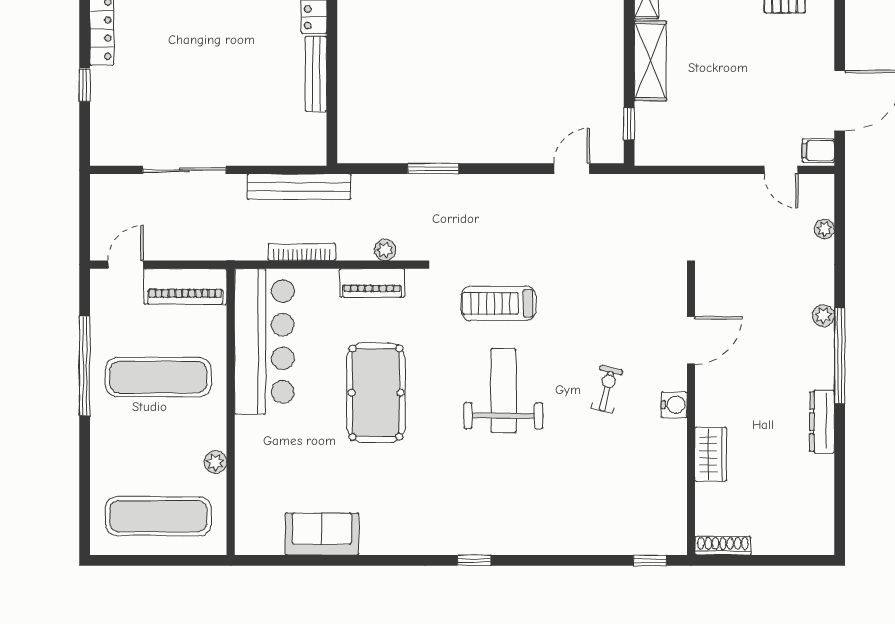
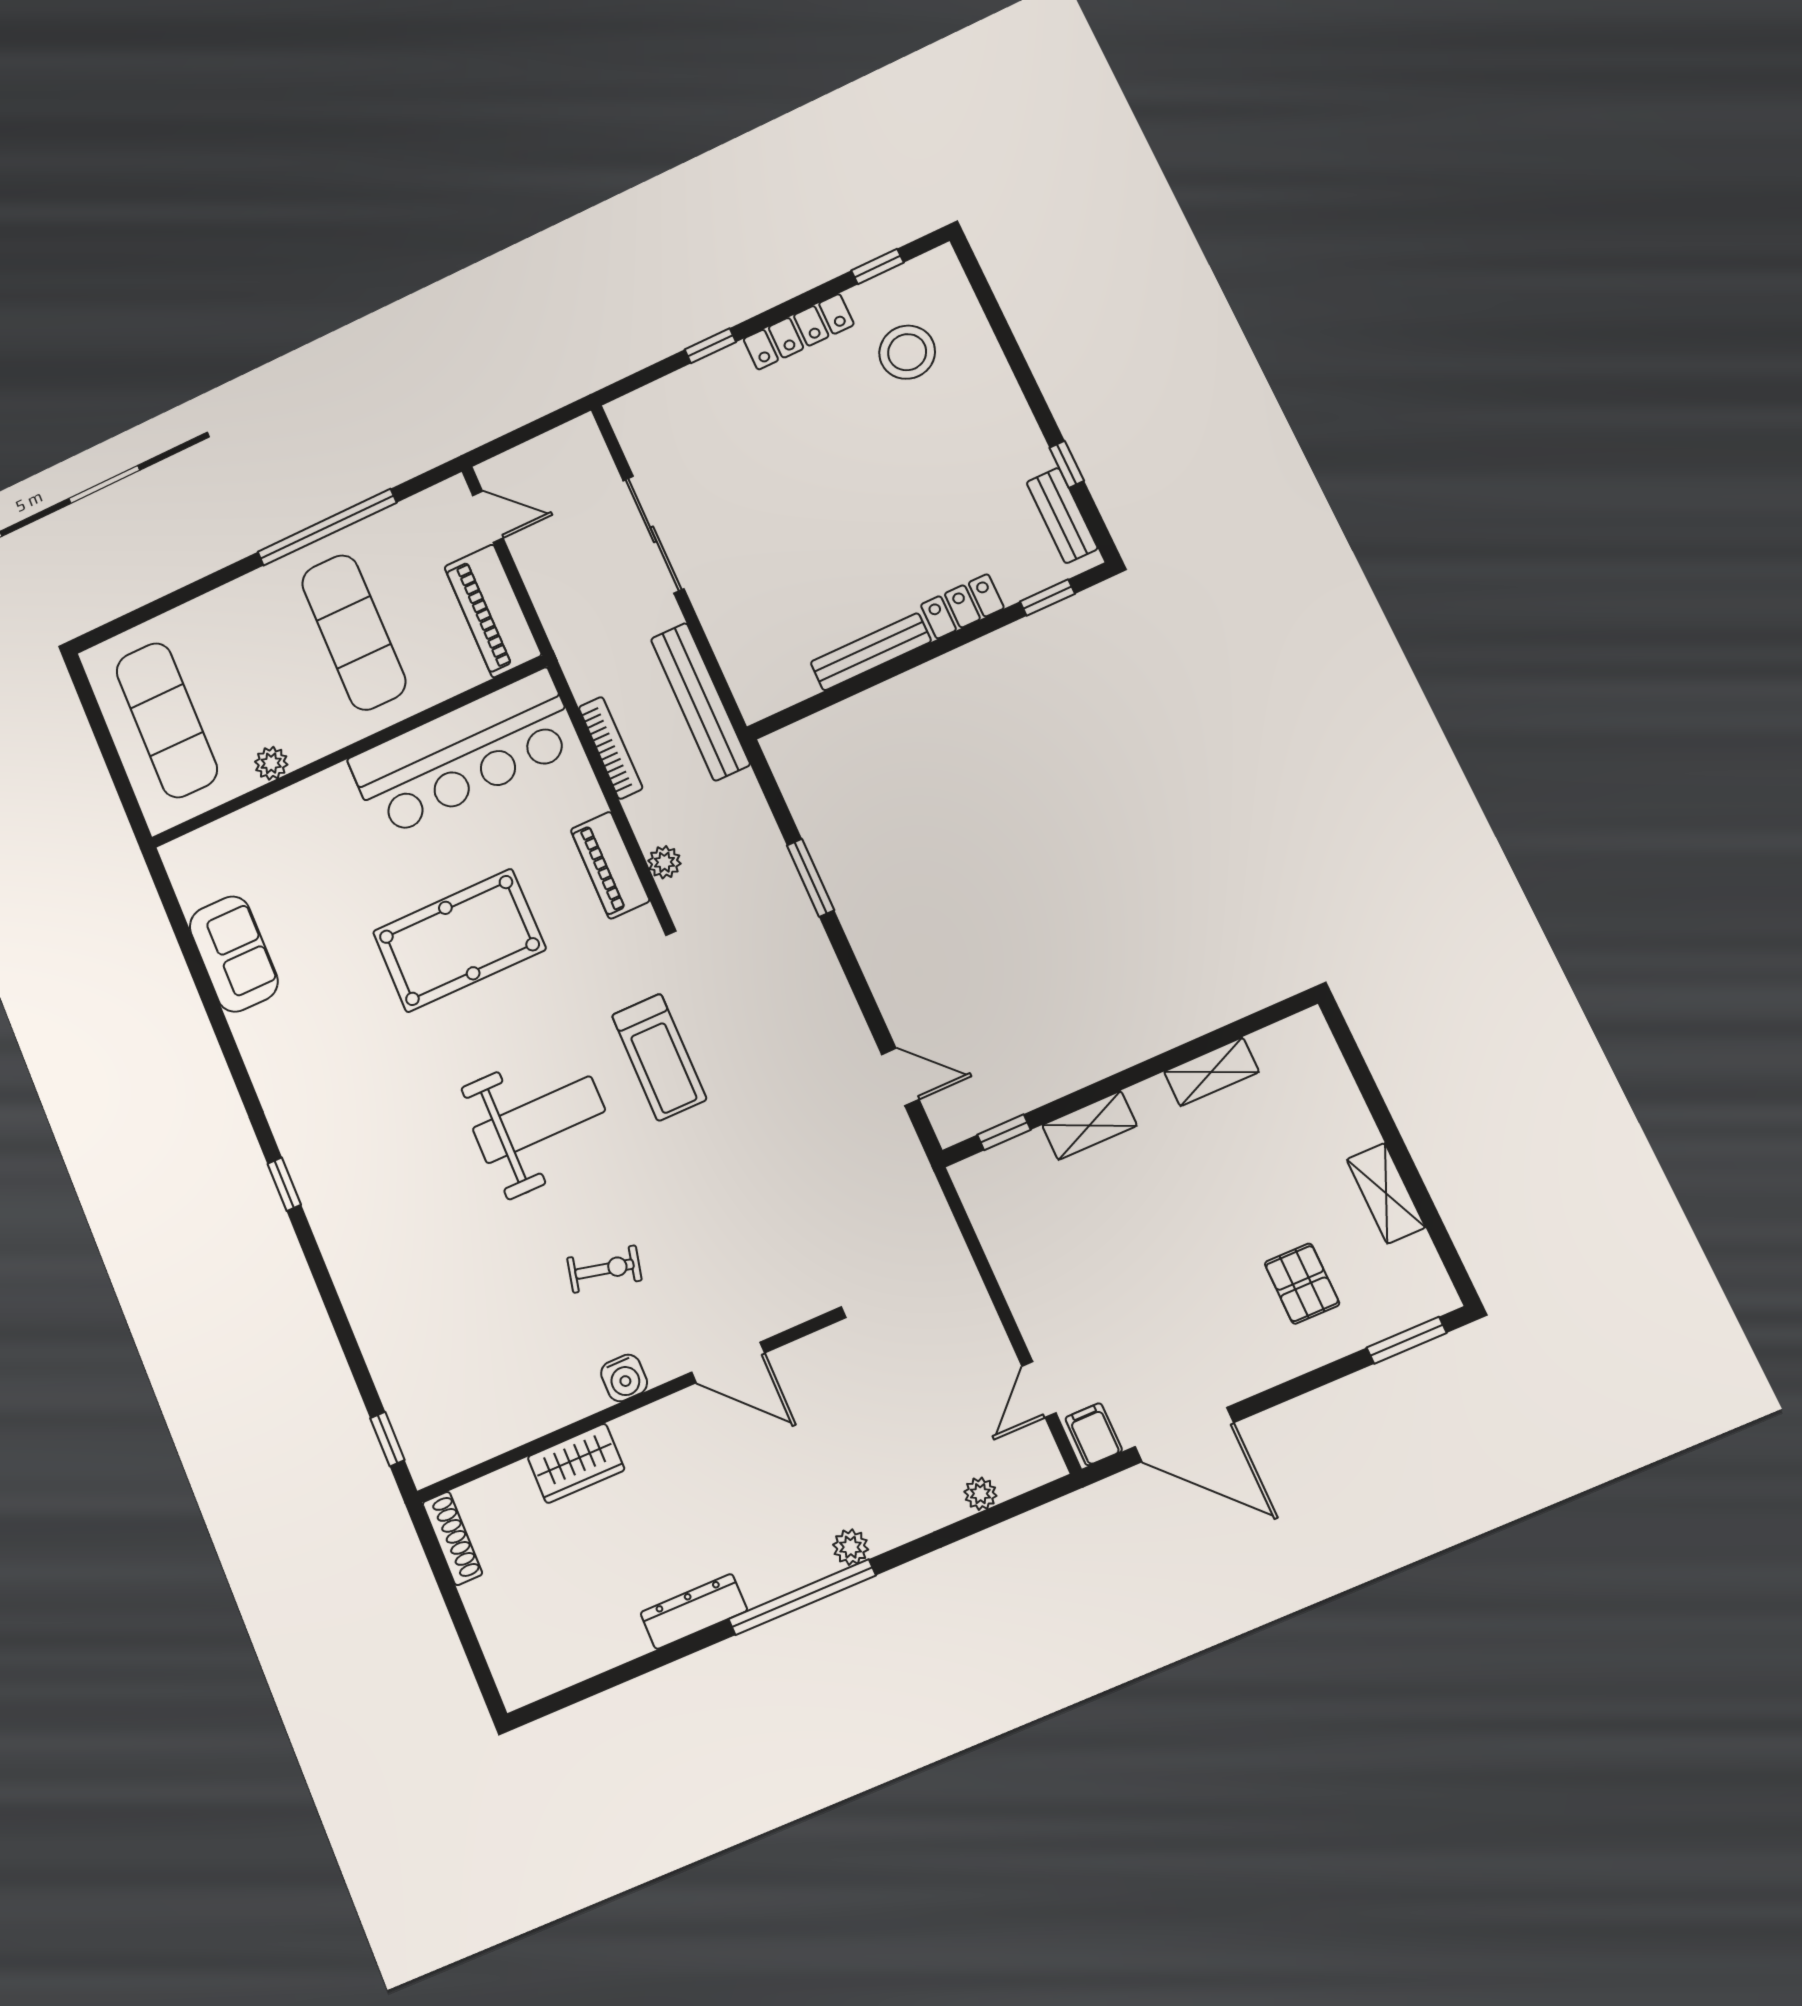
shelving: (650, 61) -> (1089, 1125), width x0.67, depth x0.75
treadmill: (498, 303) -> (659, 1057), turned 180

